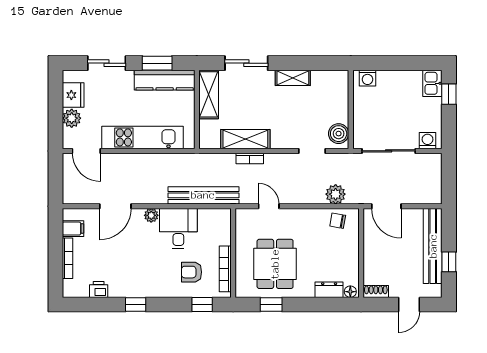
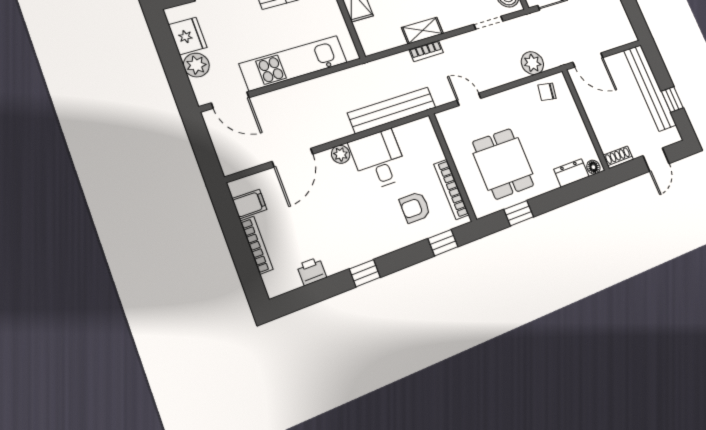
shelving: (245, 139) -> (422, 31), width x0.67, depth x0.75

